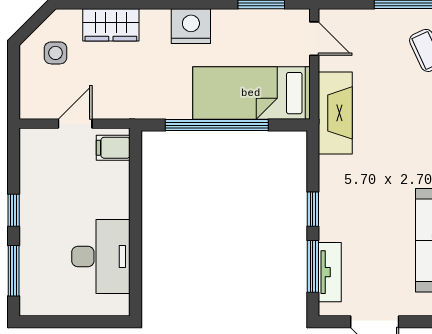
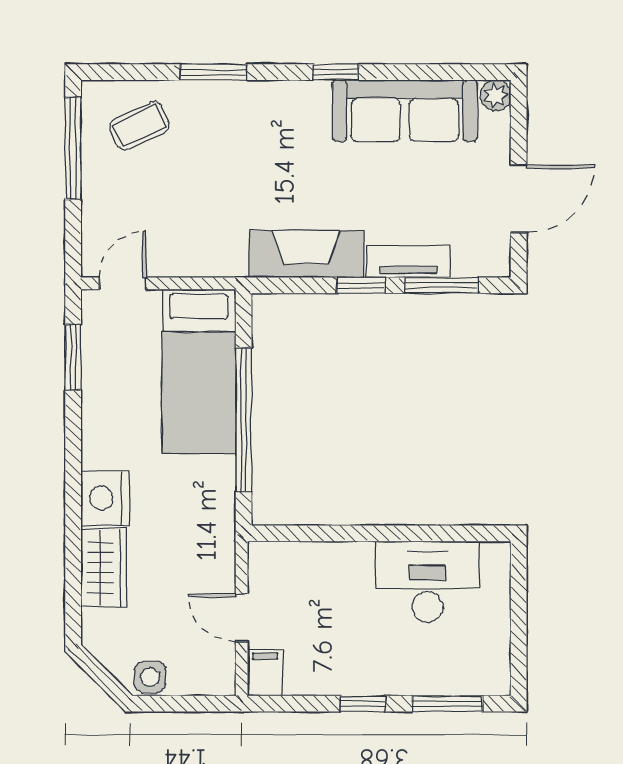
nightstand: (191, 26) -> (105, 498), moved
side table: (56, 53) -> (150, 677), moved
fireplace: (335, 113) -> (306, 254), moved
filing cabinet: (113, 148) -> (265, 673), moved, turned 180
tv unit: (330, 272) -> (408, 262), moved

